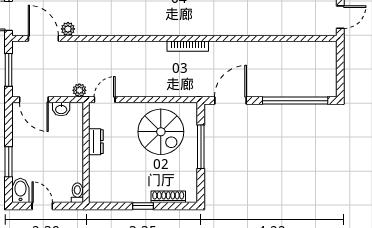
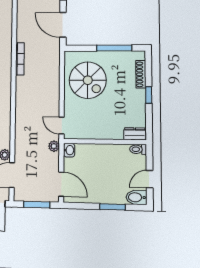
door: (34, 100) -> (61, 184), hinge flipped
washbasin: (61, 109) -> (69, 150), moved
spiral stairs: (161, 132) -> (88, 80), turned 90
dresser: (96, 142) -> (135, 134), moved
window: (201, 147) -> (114, 48), moved

